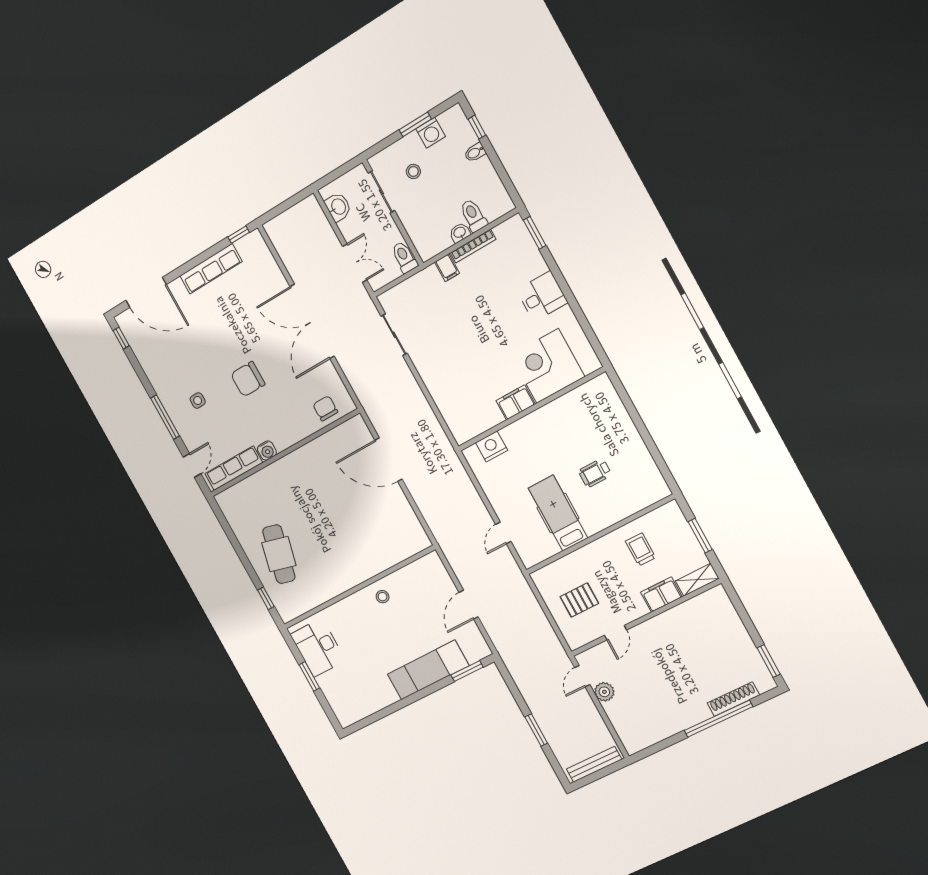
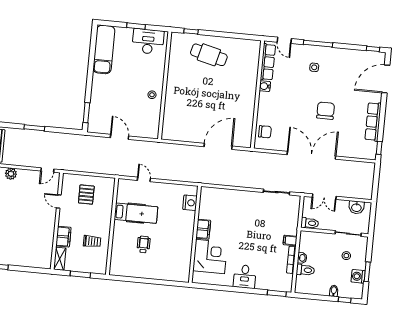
chair: (248, 379) -> (326, 111), moved
exam couch: (428, 670) -> (104, 49), moved
door: (582, 676) -> (47, 170), swing flipped
plant: (604, 692) -> (11, 174), moved

